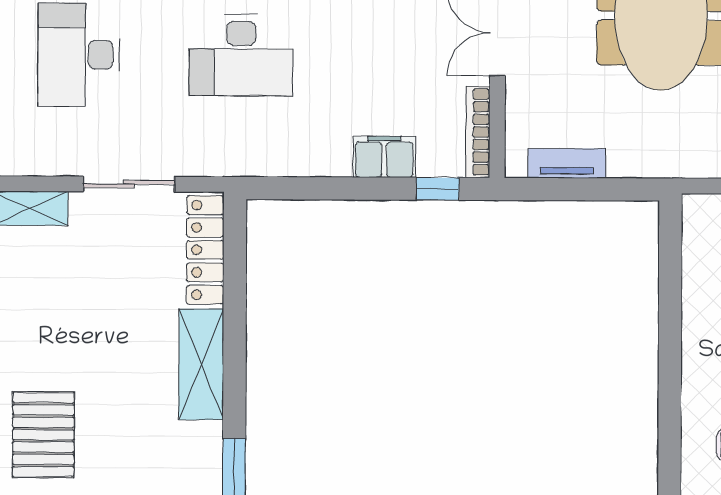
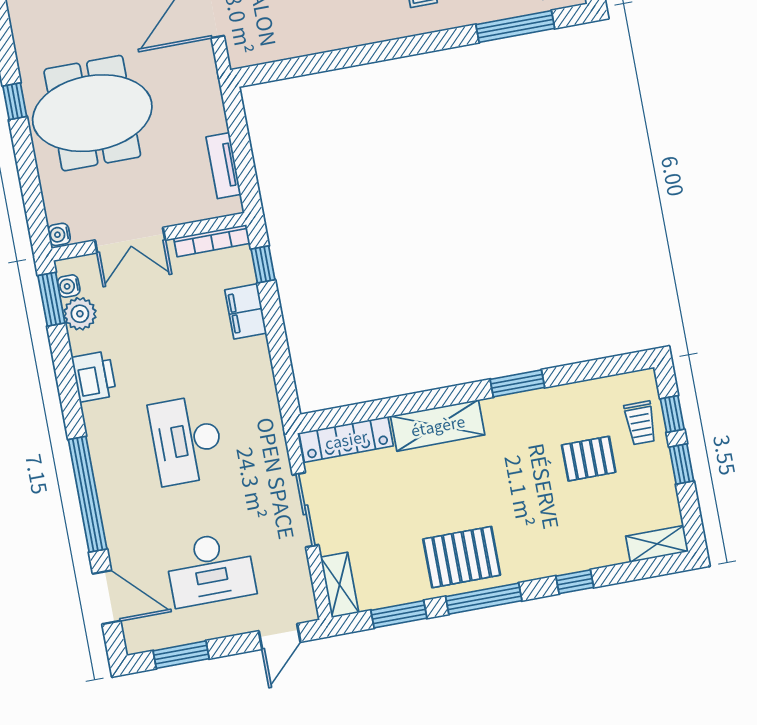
desk: (241, 55) -> (187, 440), turned 180
pallet: (43, 435) -> (462, 557), moved

